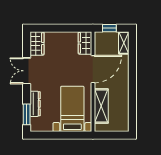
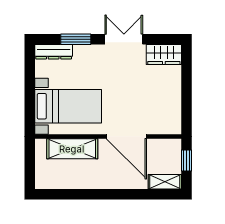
wardrobe: (85, 43) -> (165, 125), removed
dresser: (35, 104) -> (54, 52), moved
window: (27, 114) -> (76, 39), moved

